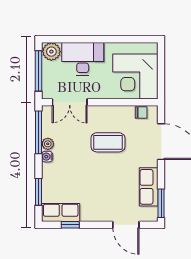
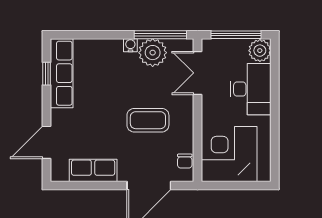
coffee table: (108, 142) -> (148, 120), turned 90
plant: (48, 144) -> (153, 53), width x1.88, depth x1.88
window: (39, 192) -> (87, 35), removed
window: (161, 203) -> (73, 186), removed
row of seats: (61, 212) -> (62, 73), width x1.48

